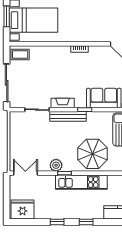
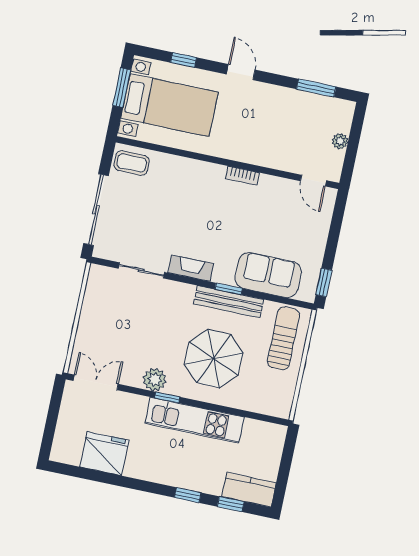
bench: (68, 116) -> (229, 302), moved
parasol: (93, 154) -> (214, 358), moved
fridge: (23, 209) -> (104, 454), moved
window: (57, 222) -> (231, 504), moved

